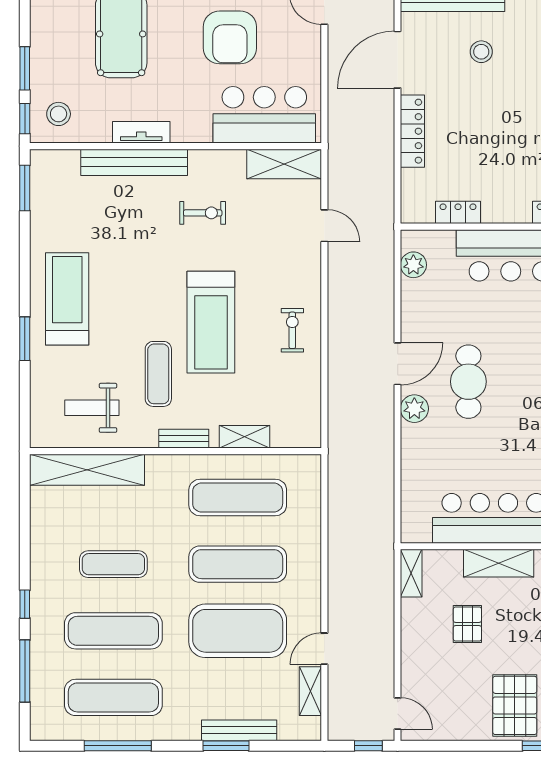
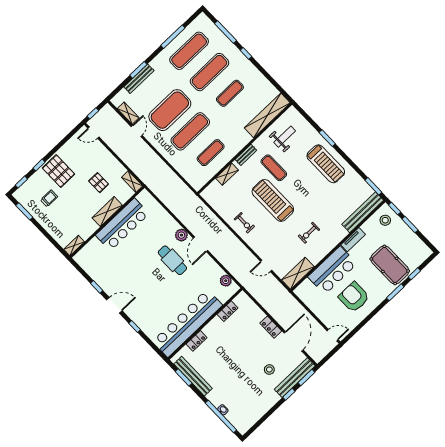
bar counter: (264, 115) -> (332, 270), moved
locker: (412, 131) -> (271, 327), width x0.66
bench: (134, 162) -> (363, 212), moved
exercise mat: (238, 498) -> (211, 153), width x0.73, depth x0.69

